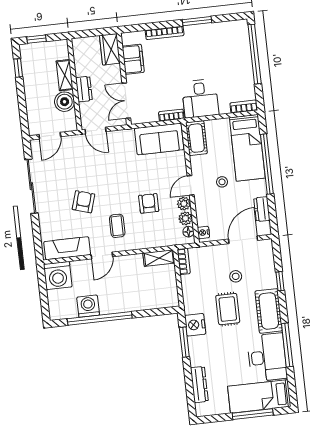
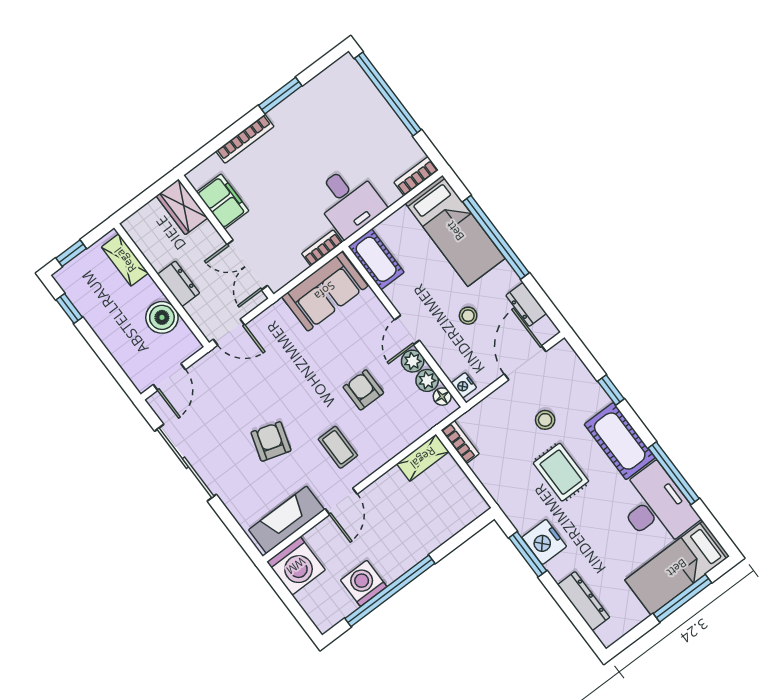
shelving: (65, 75) -> (125, 260), moved
stool: (222, 182) -> (468, 316), moved
nightstand: (195, 325) -> (544, 542), moved

